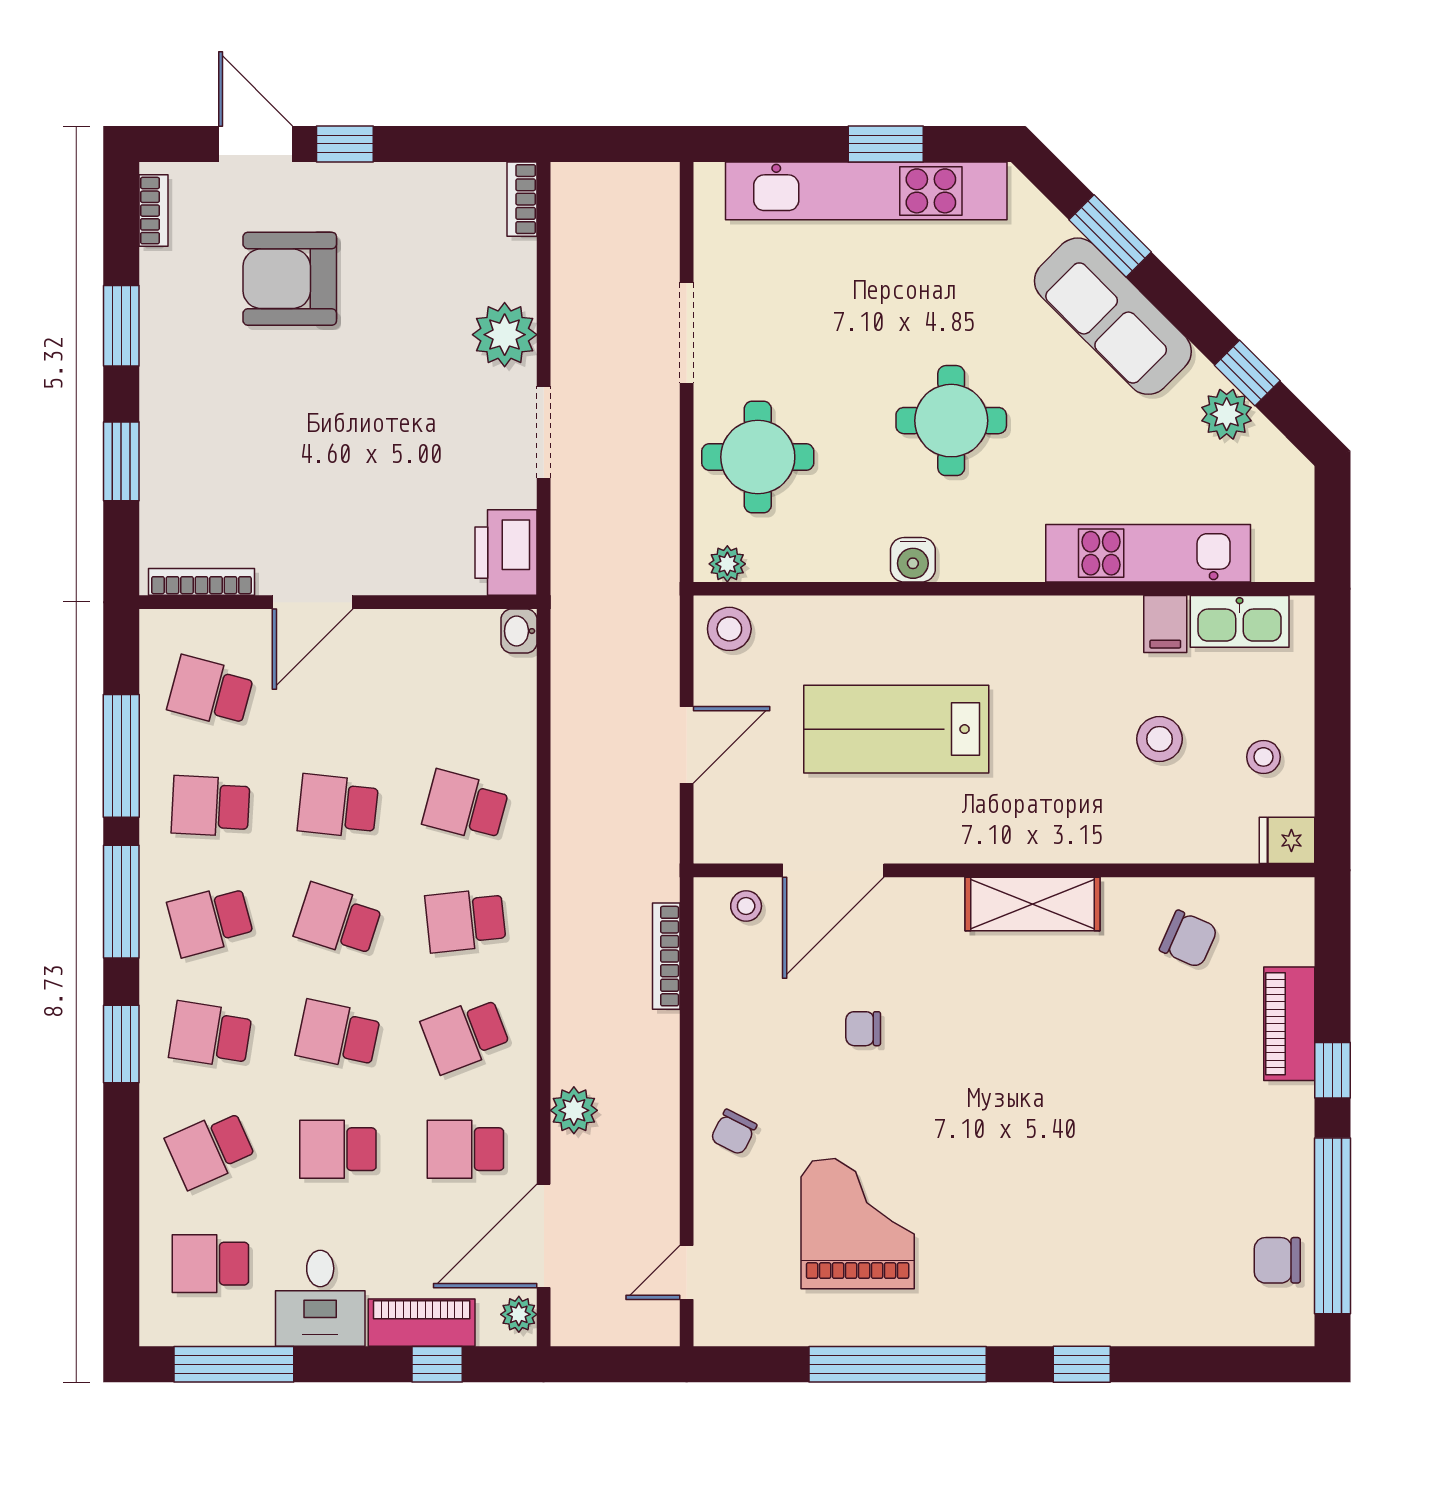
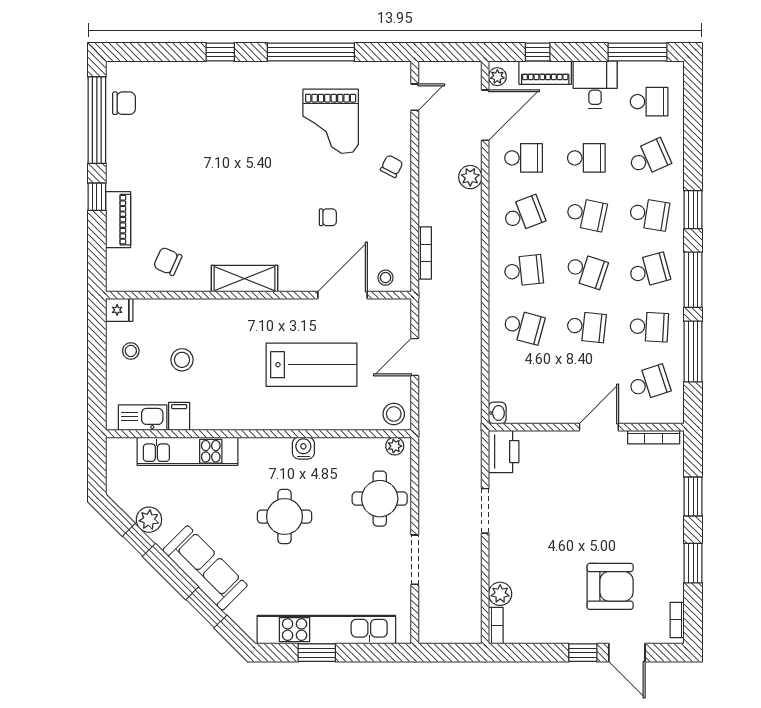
plant: (505, 335) -> (500, 594), moved, width x0.73, depth x0.73
school desk: (210, 692) -> (649, 383), turned -33

